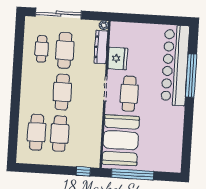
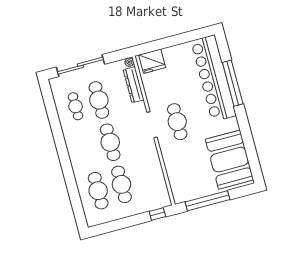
fridge: (118, 58) -> (152, 61), moved, turned 90
booth: (121, 140) -> (230, 160), moved

